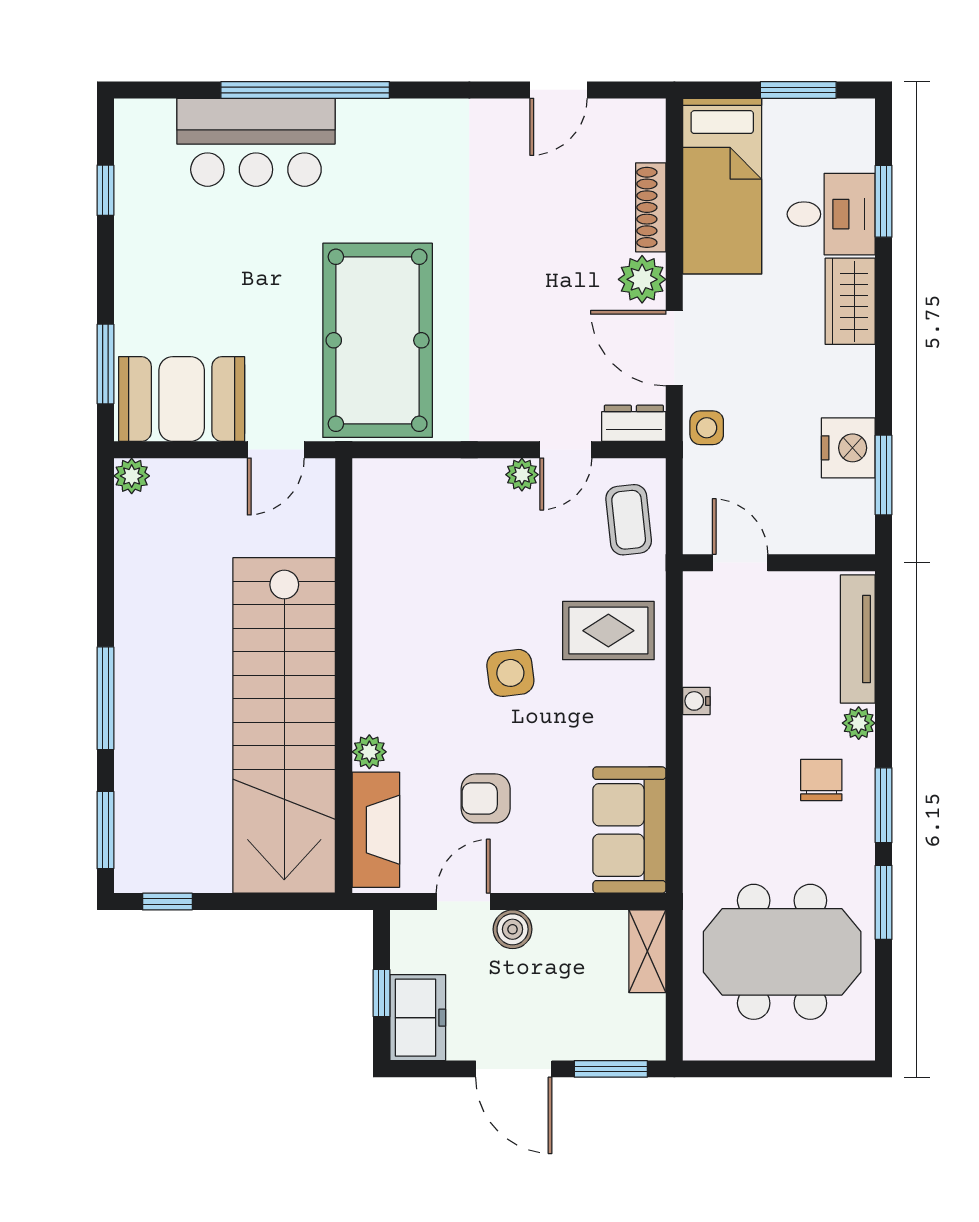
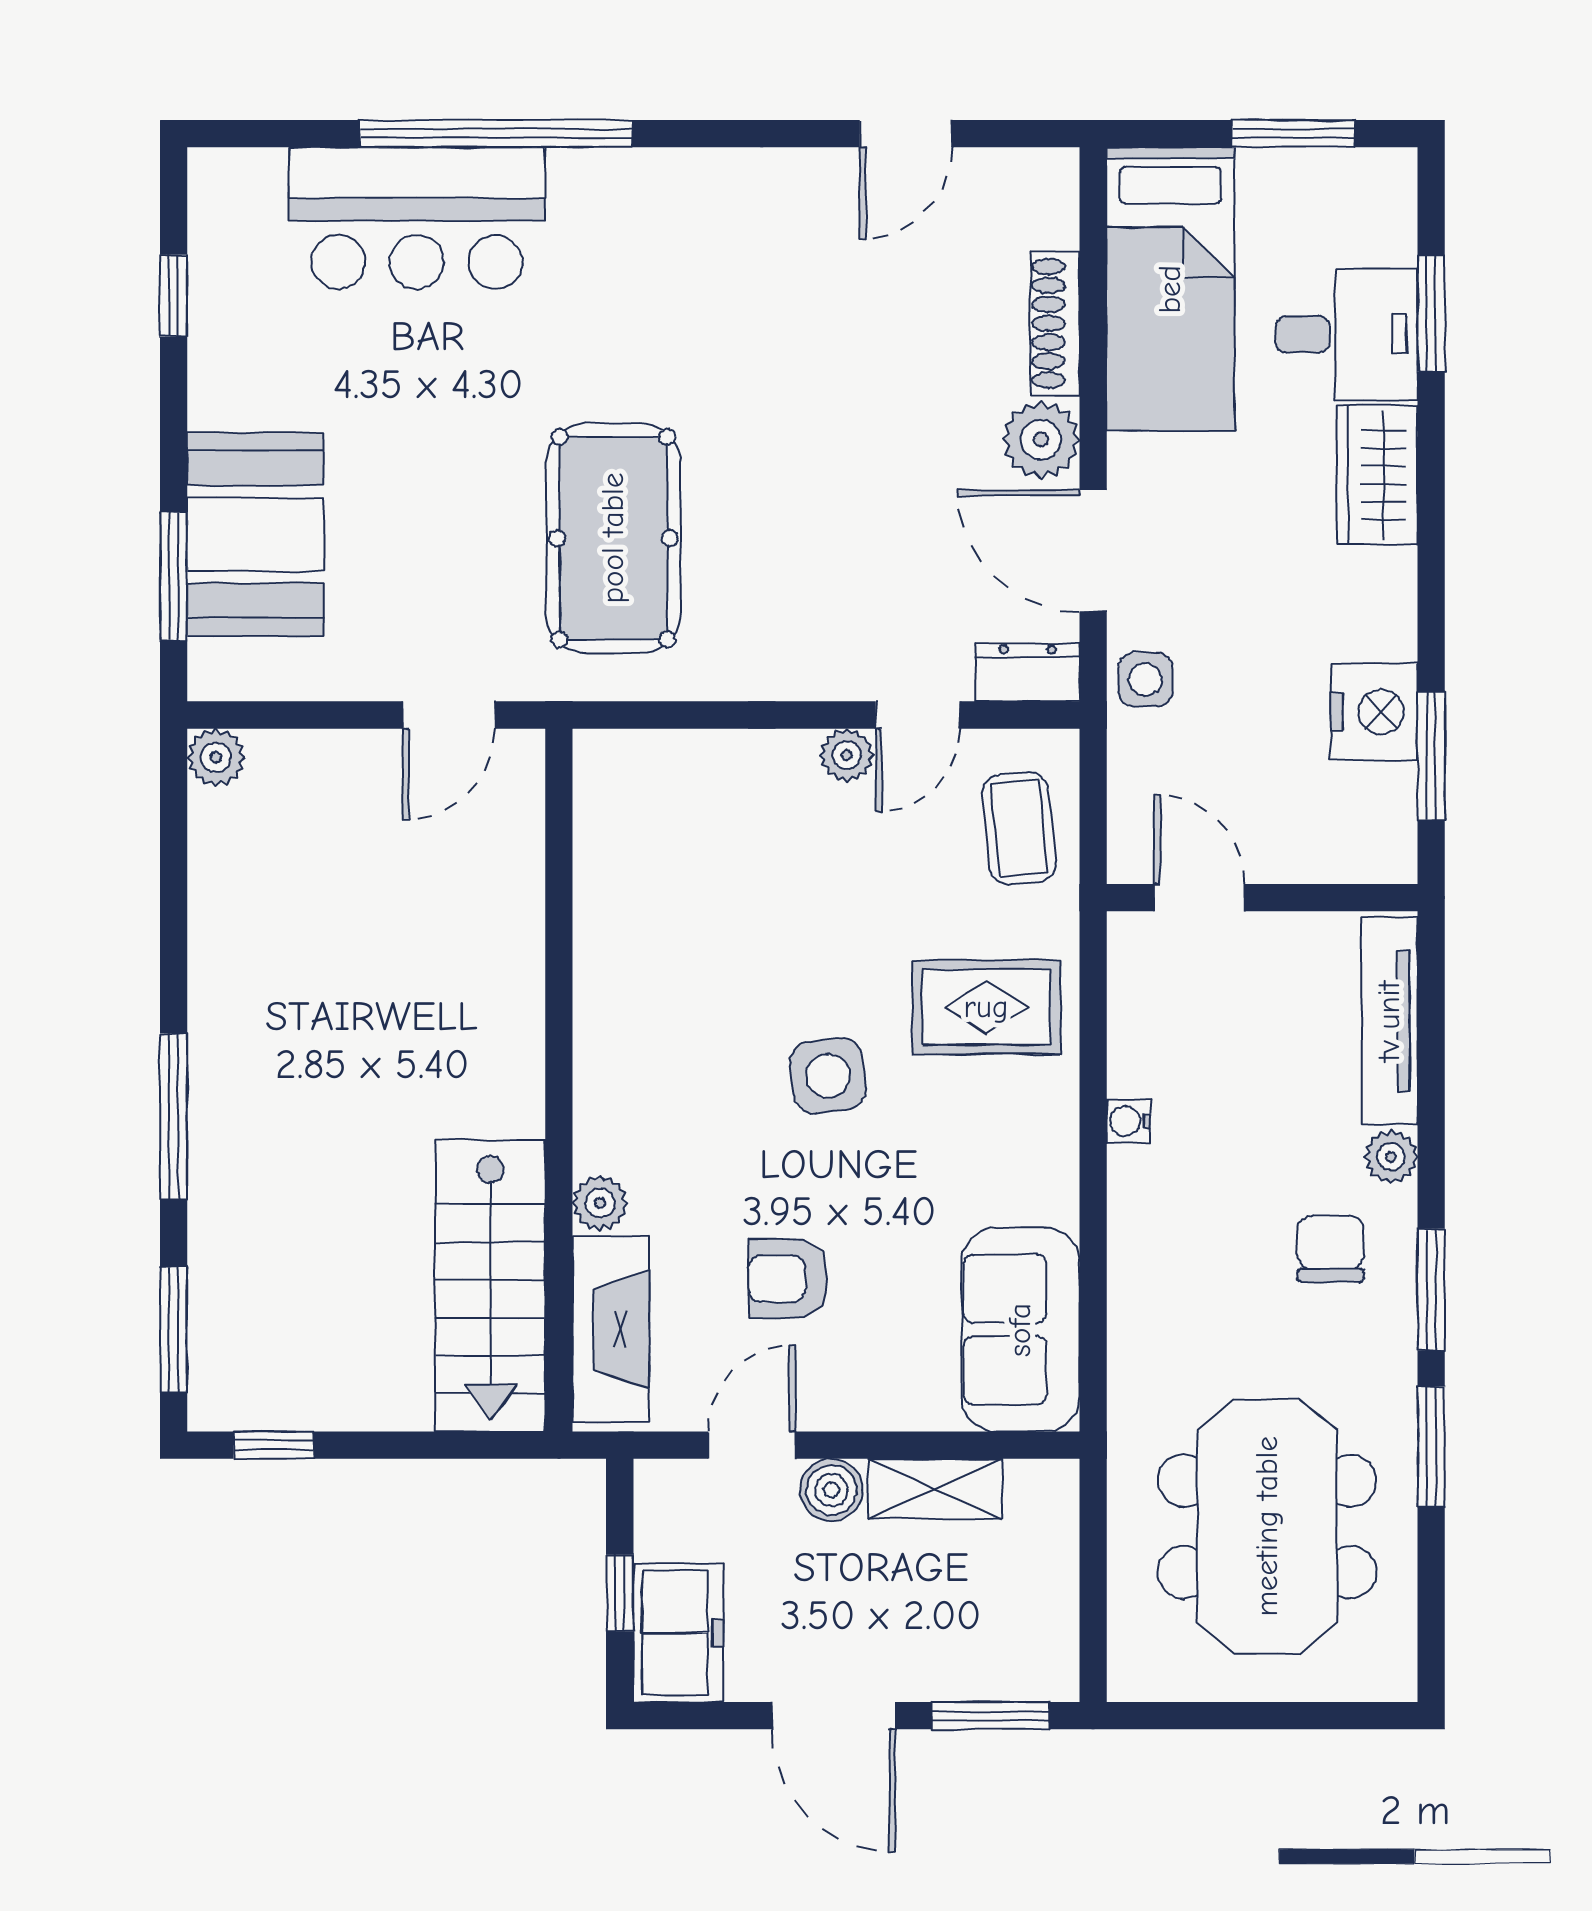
pool table: (378, 340) -> (613, 538), width x0.73, depth x0.76
booth: (182, 399) -> (255, 534), moved, turned 90
stairs: (284, 725) -> (490, 1286), width x0.54, depth x0.66
shelving: (647, 951) -> (935, 1489), moved, turned 90
meeting table: (782, 952) -> (1267, 1526), turned 90

